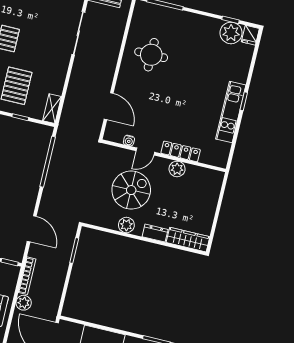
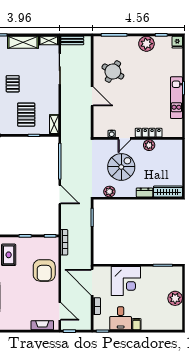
plant: (231, 33) -> (146, 44), moved
round table: (151, 55) -> (113, 72), turned 30
door: (109, 106) -> (92, 96), moved
plant: (126, 225) -> (109, 192), moved
door: (32, 229) -> (60, 195), moved
plant: (24, 303) -> (66, 261), removed

